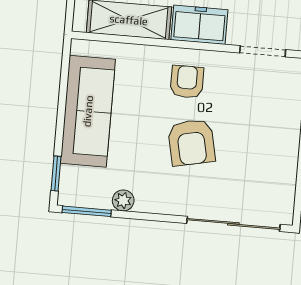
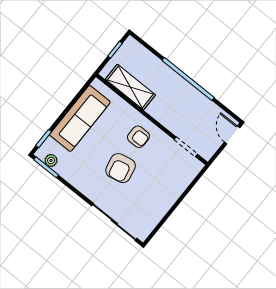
freezer: (199, 25) -> (163, 113), removed
armchair: (187, 82) -> (138, 137), turned 90
plant: (123, 200) -> (51, 160), moved

